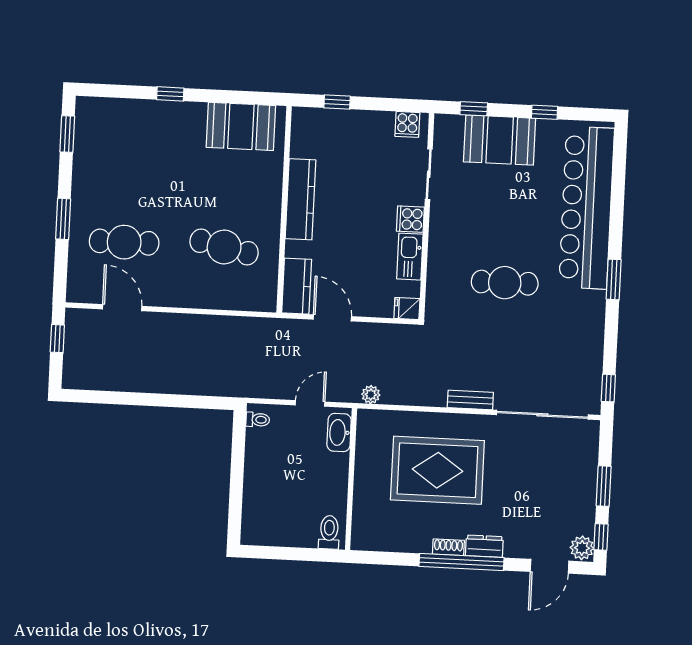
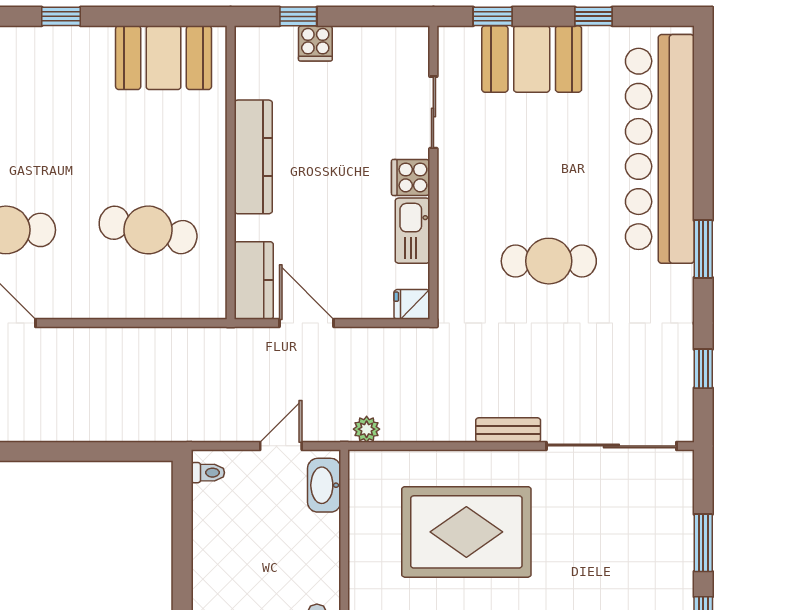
cooker: (407, 124) -> (315, 43), moved
window: (608, 388) -> (703, 369), moved

